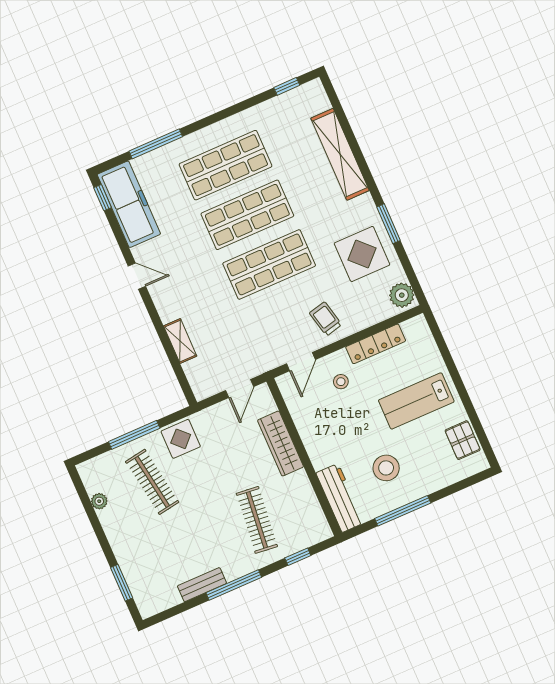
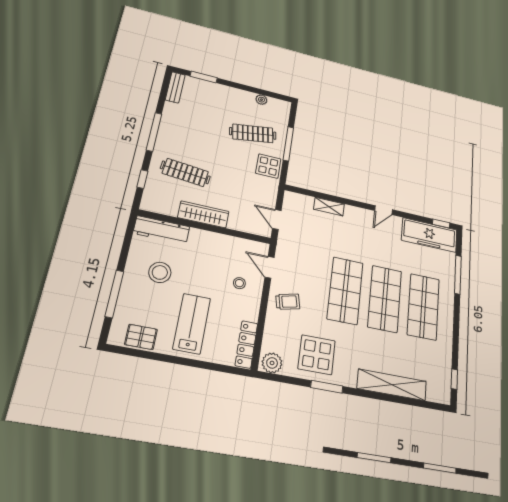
locker: (376, 344) -> (246, 344), moved
wardrobe: (280, 444) -> (203, 214), moved
window: (403, 511) -> (114, 294), moved
bench: (202, 585) -> (175, 87), moved

